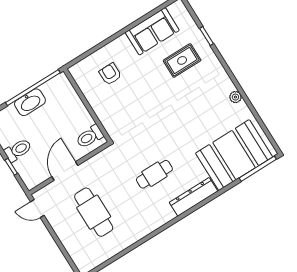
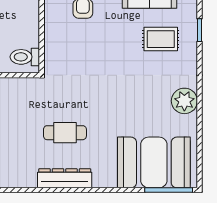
plant: (235, 97) -> (184, 101), width x1.87, depth x1.87
dresser: (193, 197) -> (65, 178), moved

